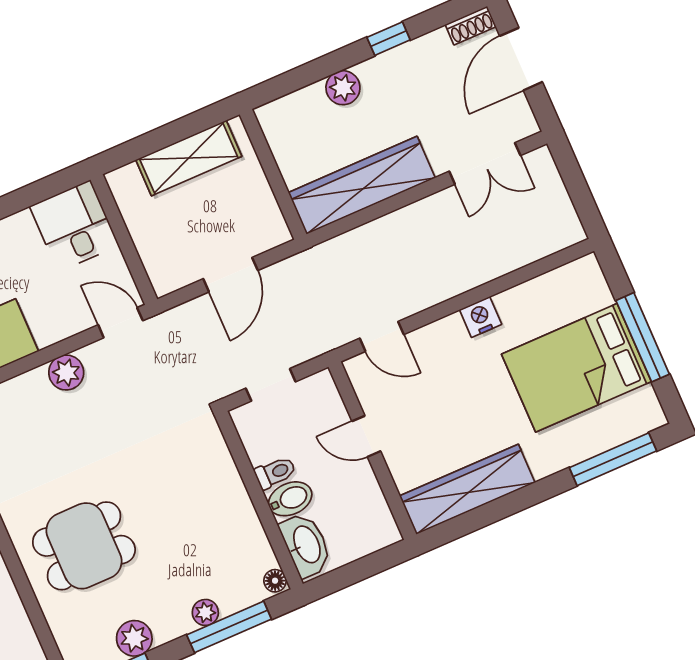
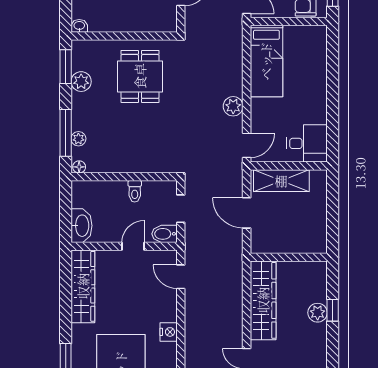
window: (389, 39) -> (333, 310), moved
shelving: (189, 158) -> (281, 181), moved, turned 90
door: (382, 336) -> (181, 277), hinge flipped
bidet: (290, 499) -> (165, 234), moved, turned 90
washbasin: (306, 545) -> (82, 226), moved, turned -90
plant: (205, 612) -> (78, 139), moved

